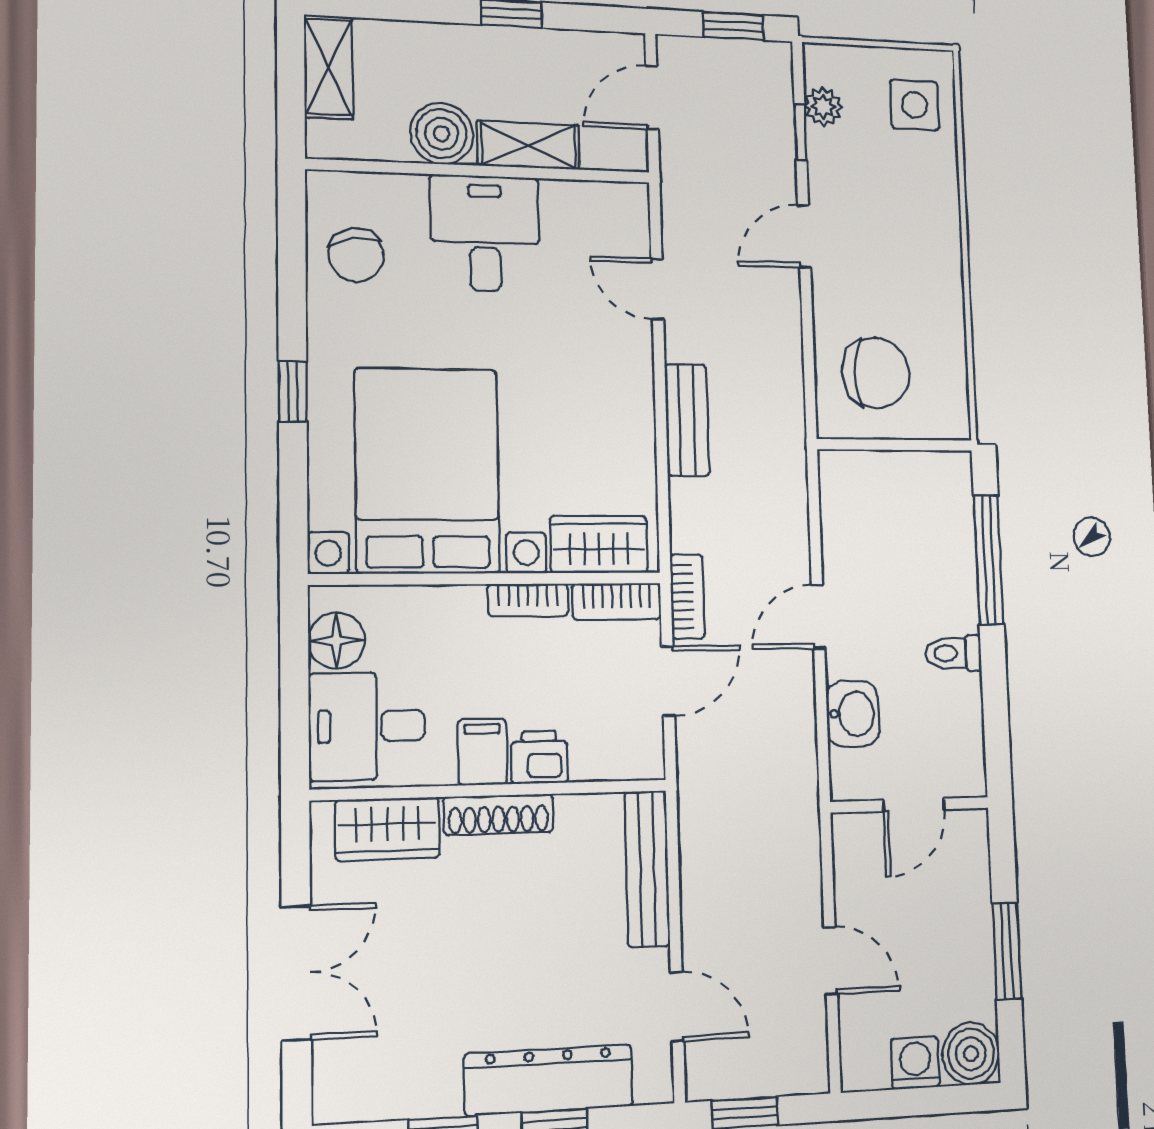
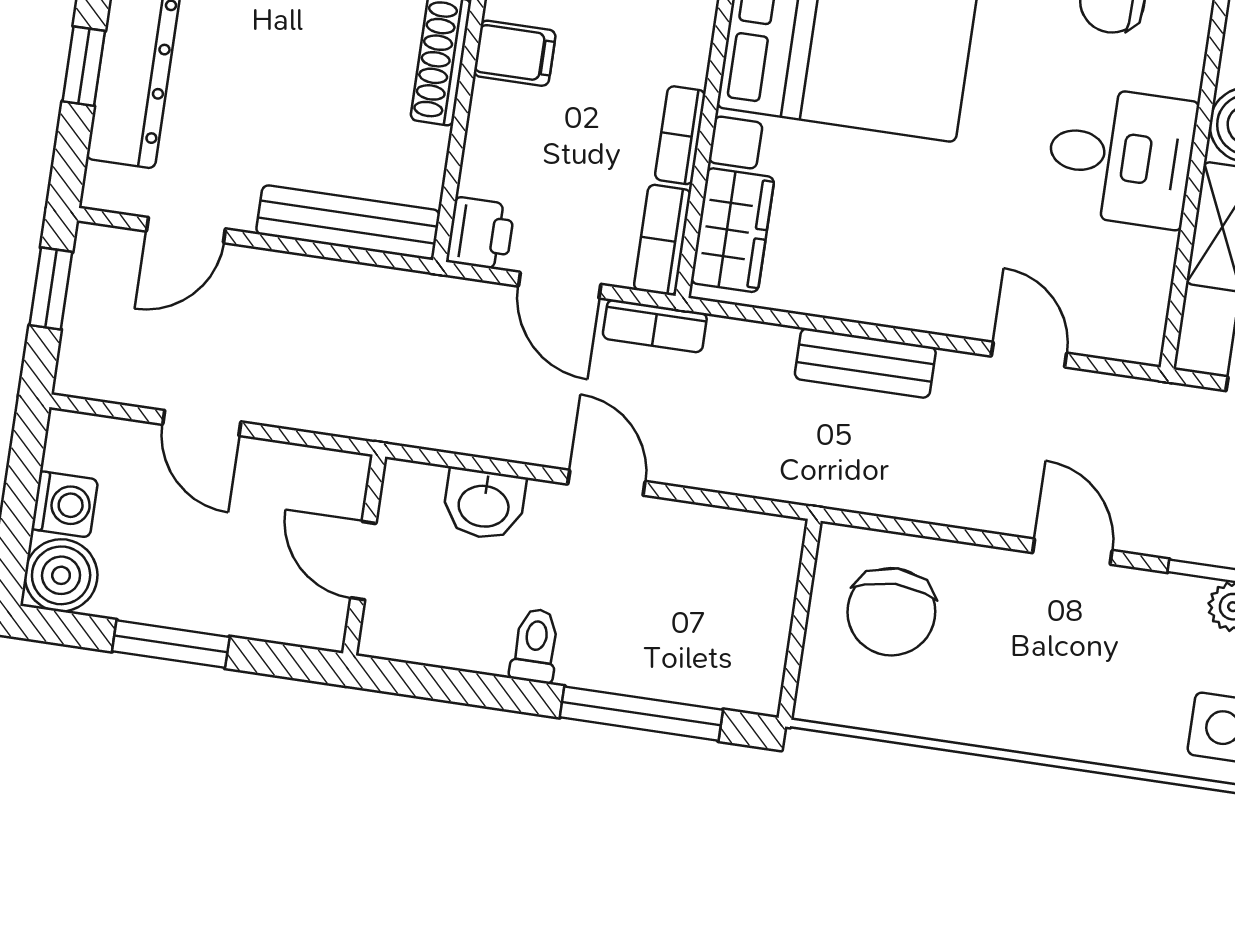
door: (657, 289) -> (1029, 355), hinge flipped
printer: (539, 757) -> (480, 233), moved
door: (831, 961) -> (202, 423), hinge flipped

